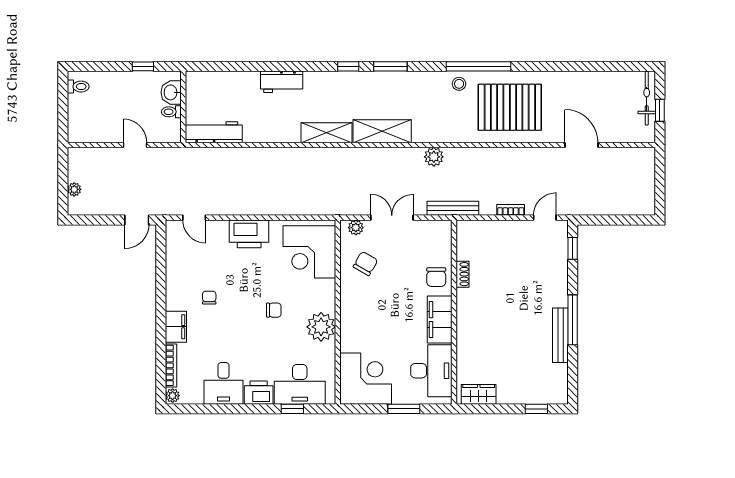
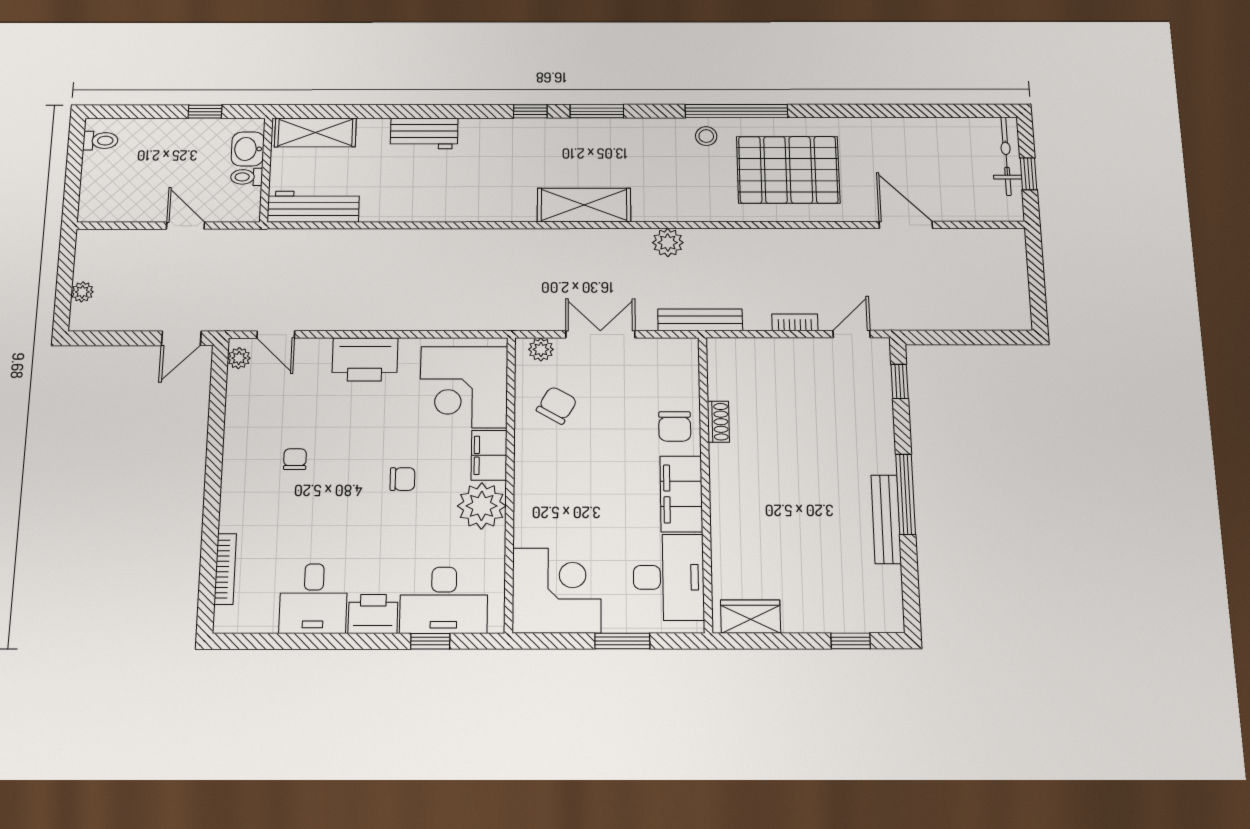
shelving: (326, 133) -> (315, 132), moved
filing cabinet: (176, 327) -> (489, 455), moved, turned 180
plant: (173, 396) -> (239, 358), moved

